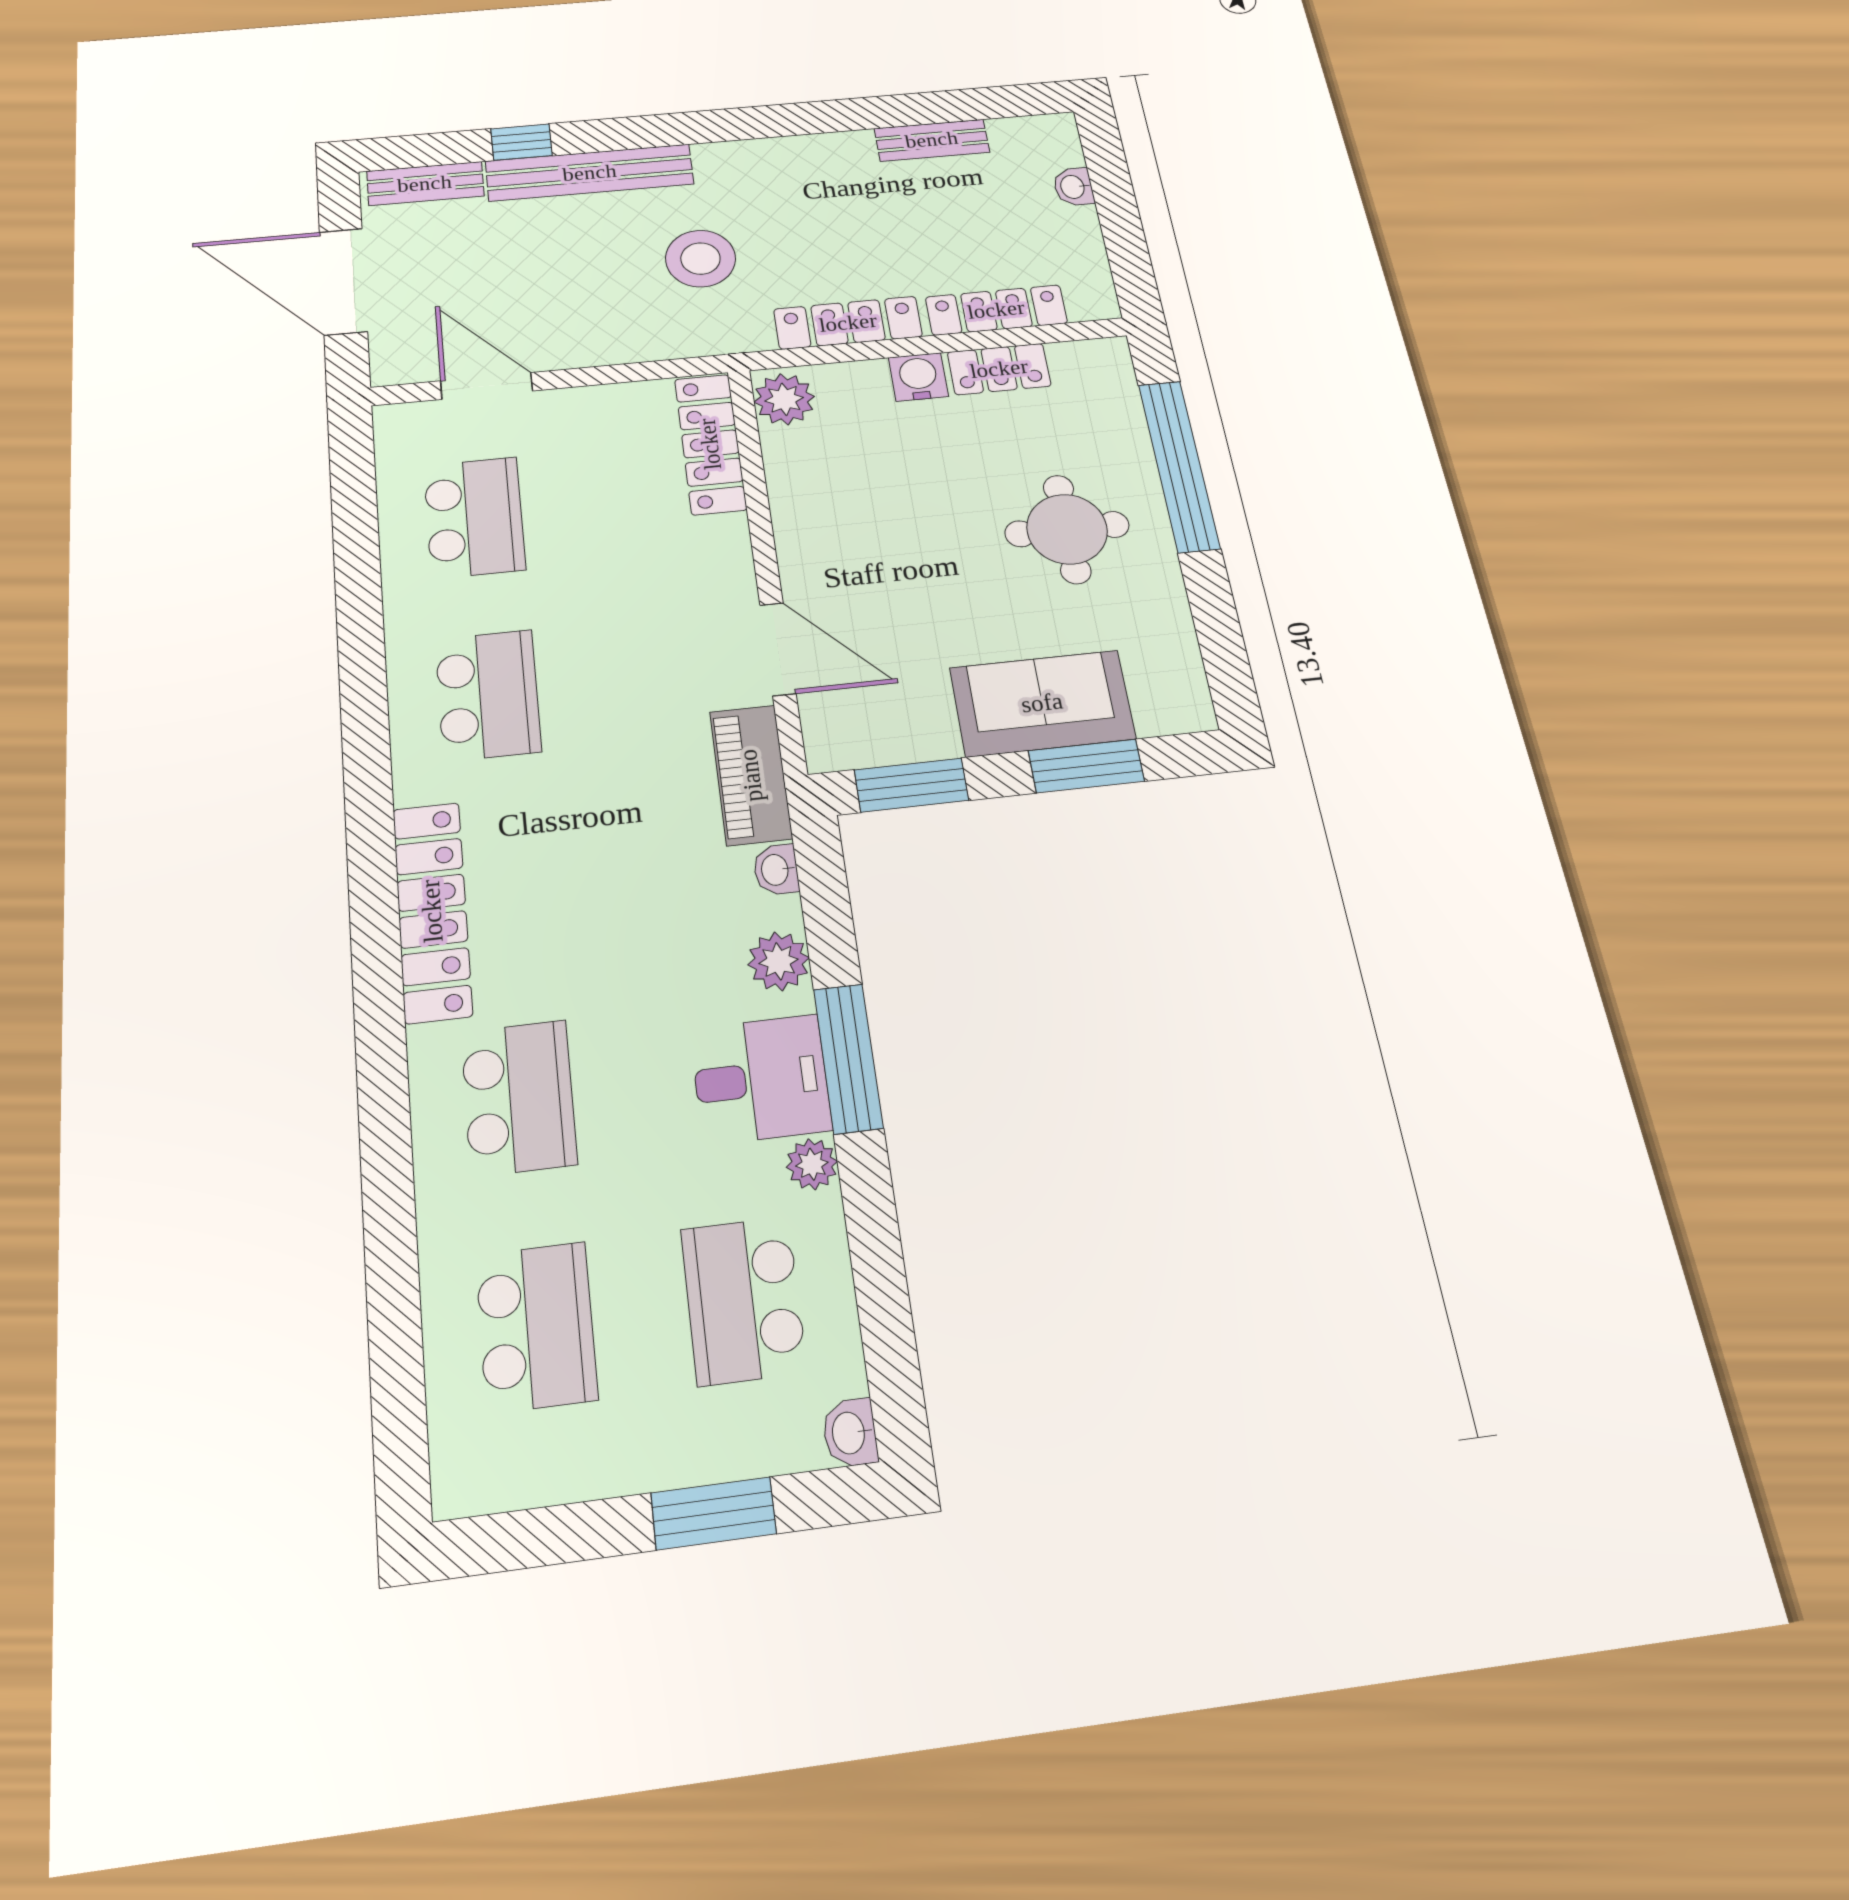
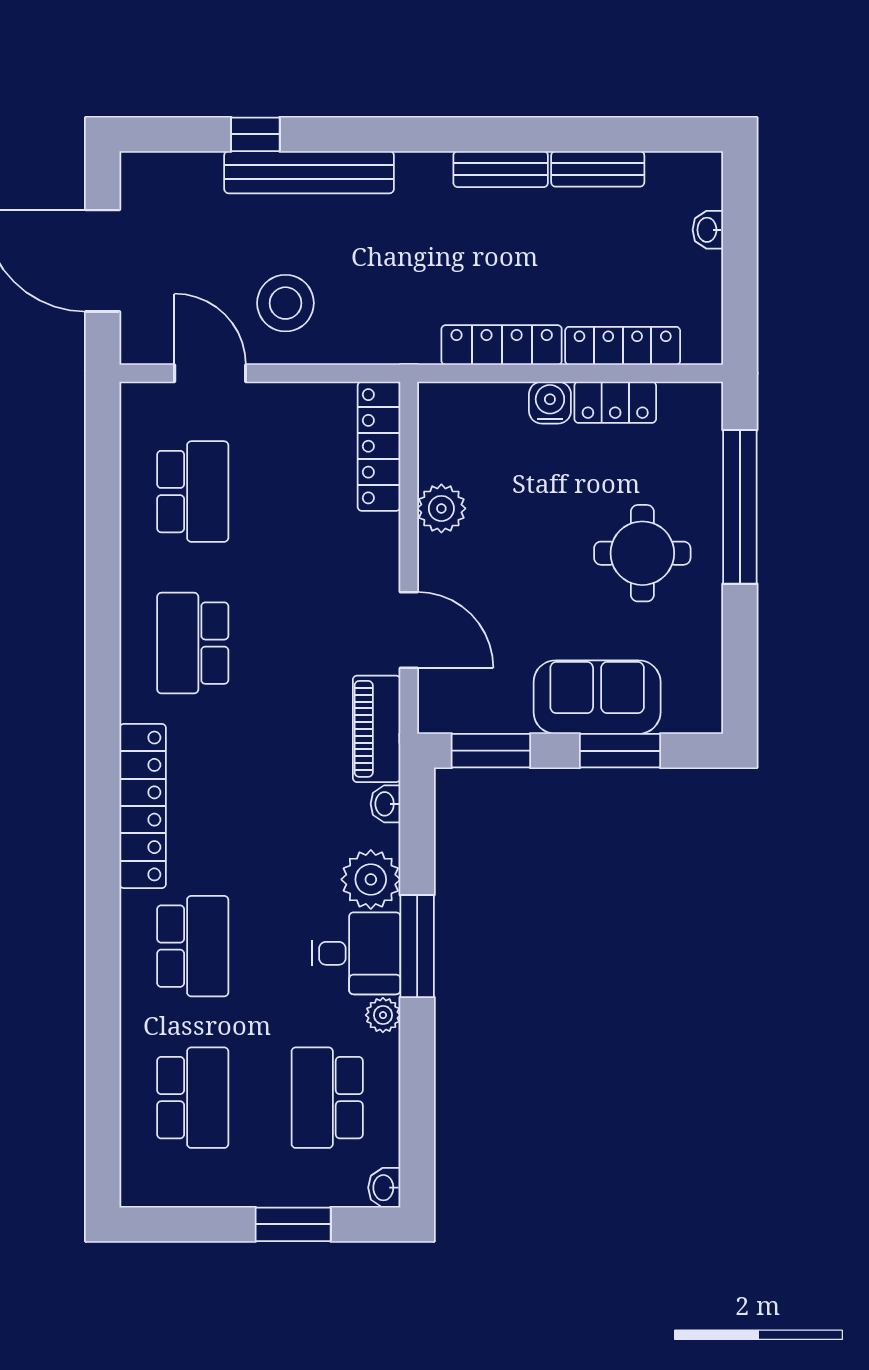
bench: (425, 184) -> (501, 169), moved
stool: (700, 259) -> (285, 303), moved
plant: (784, 399) -> (441, 508), moved
school desk: (488, 695) -> (193, 643), turned 180
plant: (779, 961) -> (371, 879), width x1.36, depth x1.36

